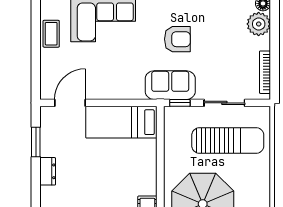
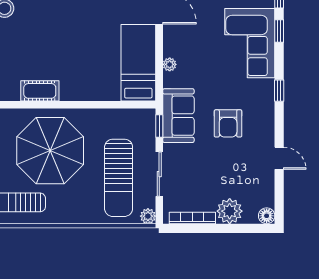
plant: (259, 24) -> (230, 211), moved
plant: (123, 93) -> (170, 64), added
plant: (263, 113) -> (148, 216), added

